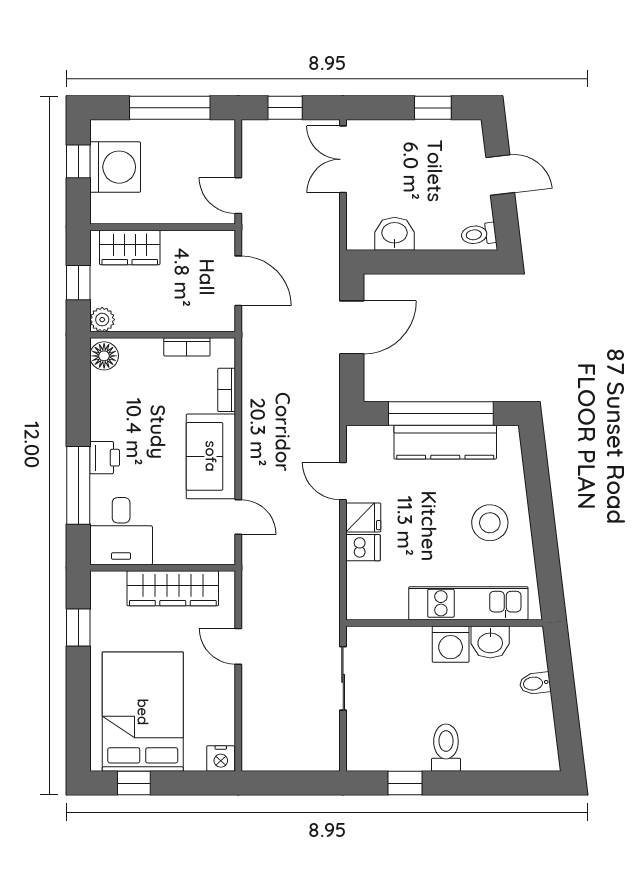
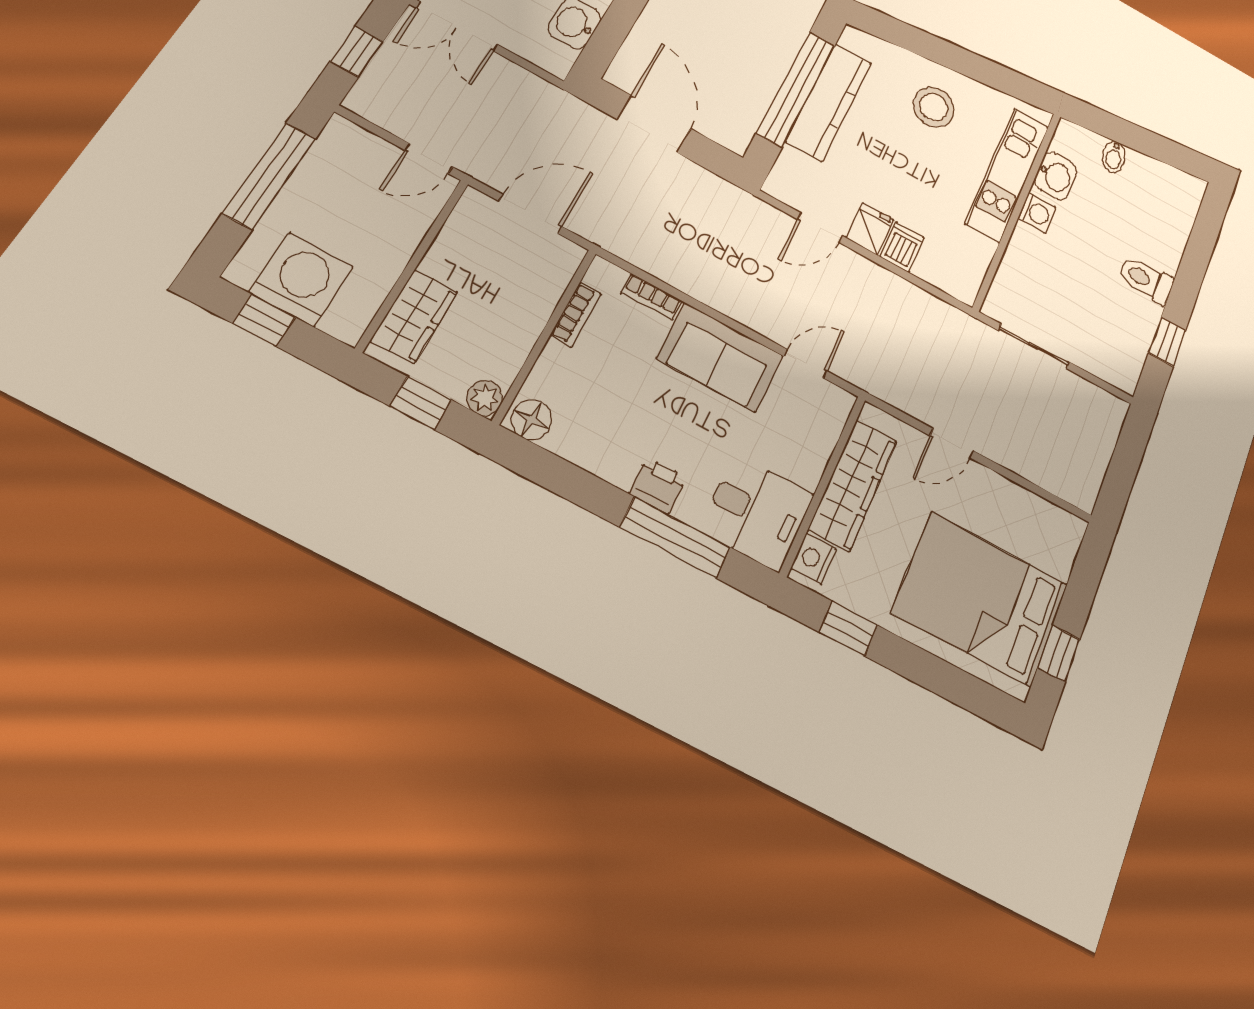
washing machine: (451, 644) -> (1037, 213), width x0.73, depth x0.73
nightstand: (221, 759) -> (814, 559), moved, turned 180

